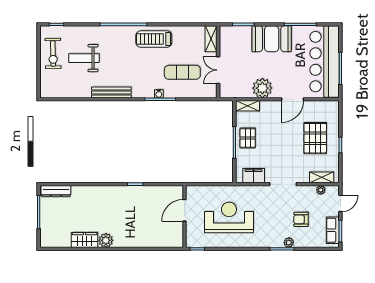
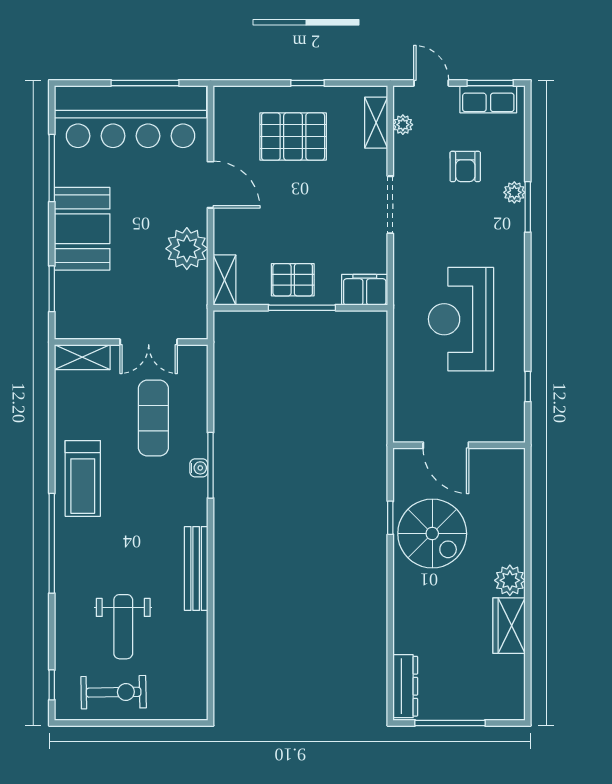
filing cabinet: (254, 176) -> (365, 290), moved, turned 90
spiral stairs: (128, 204) -> (432, 534), added
door: (185, 210) -> (446, 445), moved
wall: (185, 216) -> (459, 445), moved

